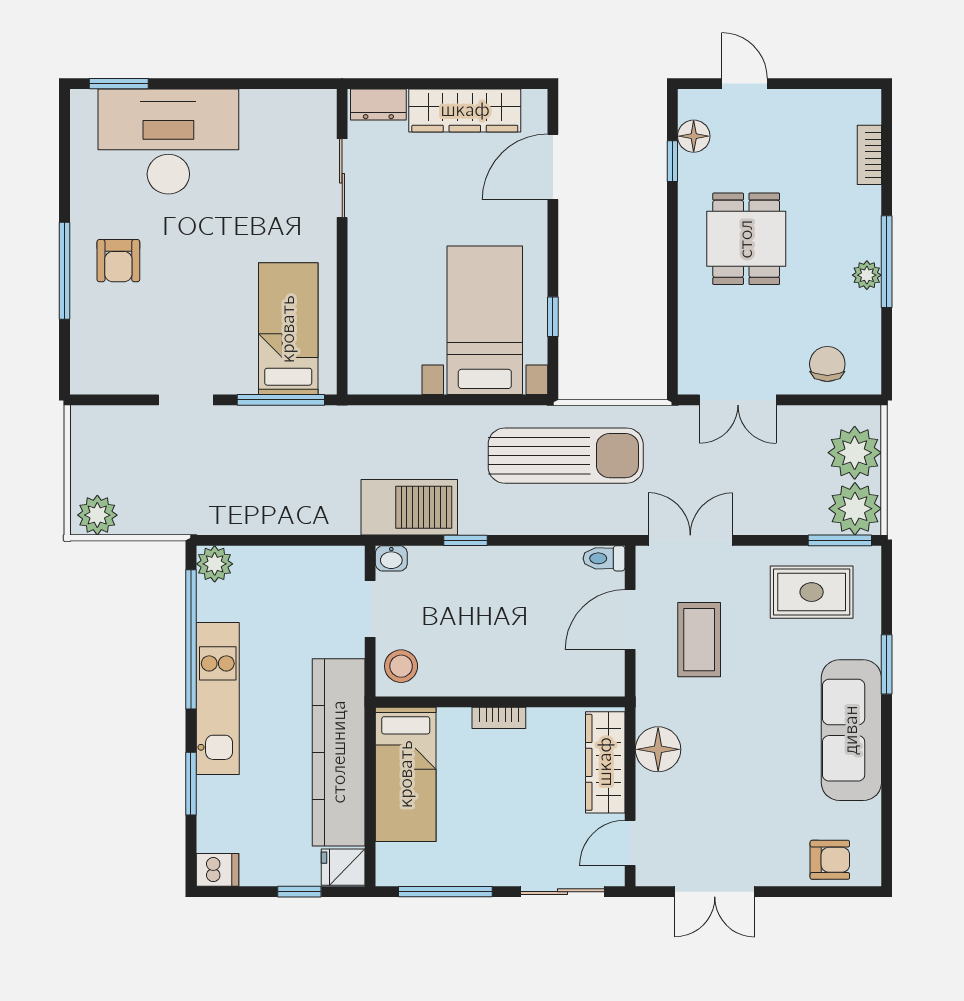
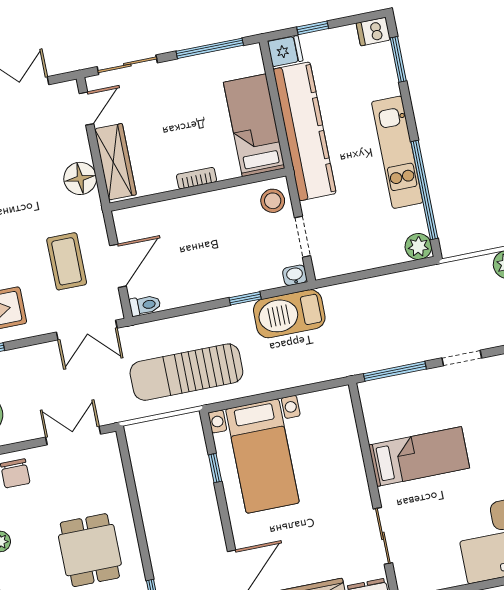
bed: (288, 329) -> (419, 457), moved, turned -90
window: (191, 784) -> (398, 59), moved

